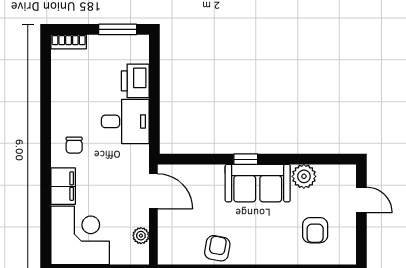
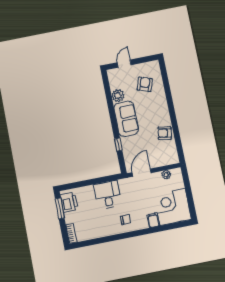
printer: (135, 81) -> (69, 202), moved, turned -90
window: (246, 159) -> (118, 145), moved
filing cabinet: (63, 186) -> (153, 220), width x0.50
armchair: (315, 230) -> (145, 84), turned -71

